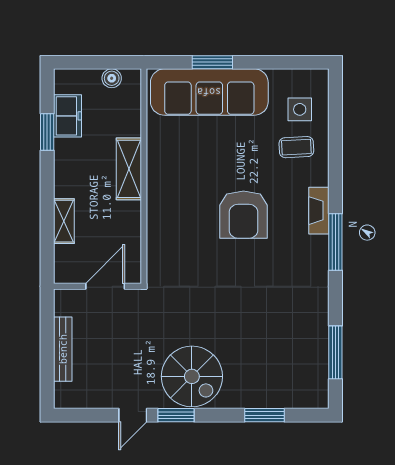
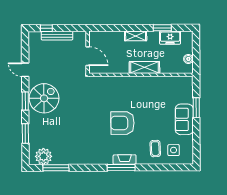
sofa: (209, 92) -> (184, 119), width x0.54, depth x0.79
shelving: (64, 221) -> (136, 36), moved
window: (335, 242) -> (121, 168), moved
window: (47, 371) -> (46, 28), added
spiral stairs: (192, 376) -> (44, 98), turned 180
plant: (312, 378) -> (44, 156), added
window: (176, 415) -> (25, 101), moved

